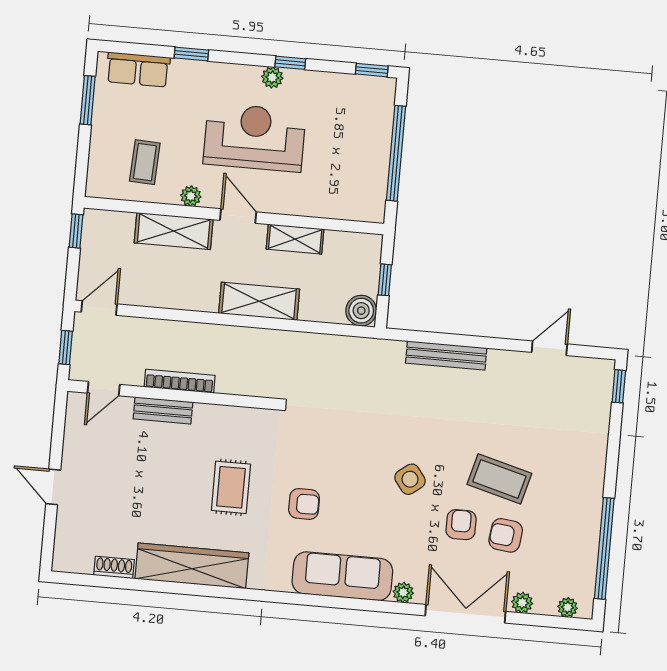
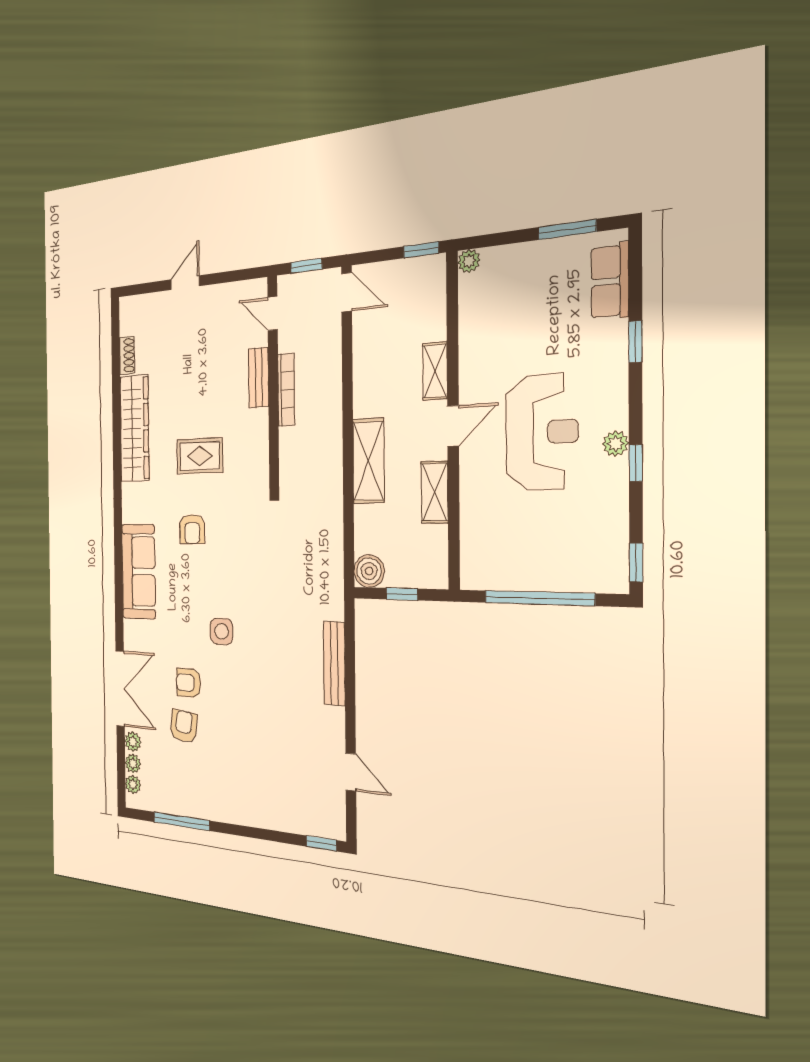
coffee table: (145, 162) -> (502, 311), removed
plant: (191, 196) -> (469, 261), moved
shelving: (174, 231) -> (435, 371), width x0.67, depth x0.75
side table: (410, 479) -> (222, 631), turned 37
coffee table: (499, 479) -> (229, 720), removed
armchair: (461, 525) -> (189, 683), turned 180
window: (604, 548) -> (181, 821), width x0.68
plant: (403, 592) -> (133, 763), moved

